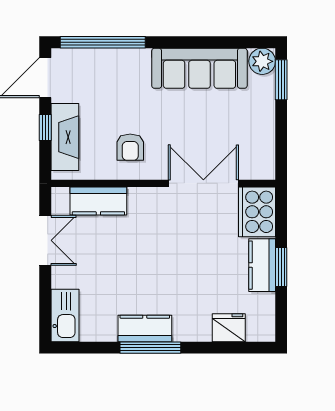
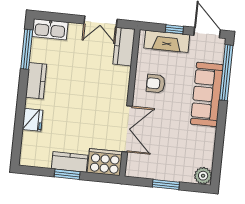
sofa: (199, 68) -> (207, 94), moved
window: (281, 80) -> (166, 184), moved
kitchen counter: (98, 201) -> (124, 47), moved
fridge: (229, 328) -> (33, 120), moved
window: (150, 348) -> (27, 49), moved

